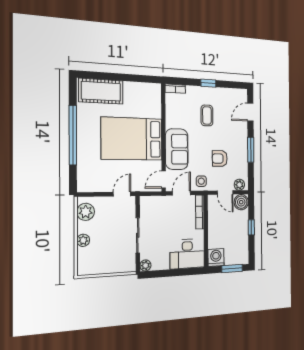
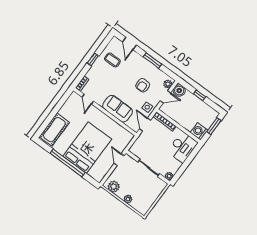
coffee table: (207, 115) -> (112, 60), moved
bed: (132, 139) -> (87, 148), moved, turned 180
door: (164, 179) -> (88, 99), moved

